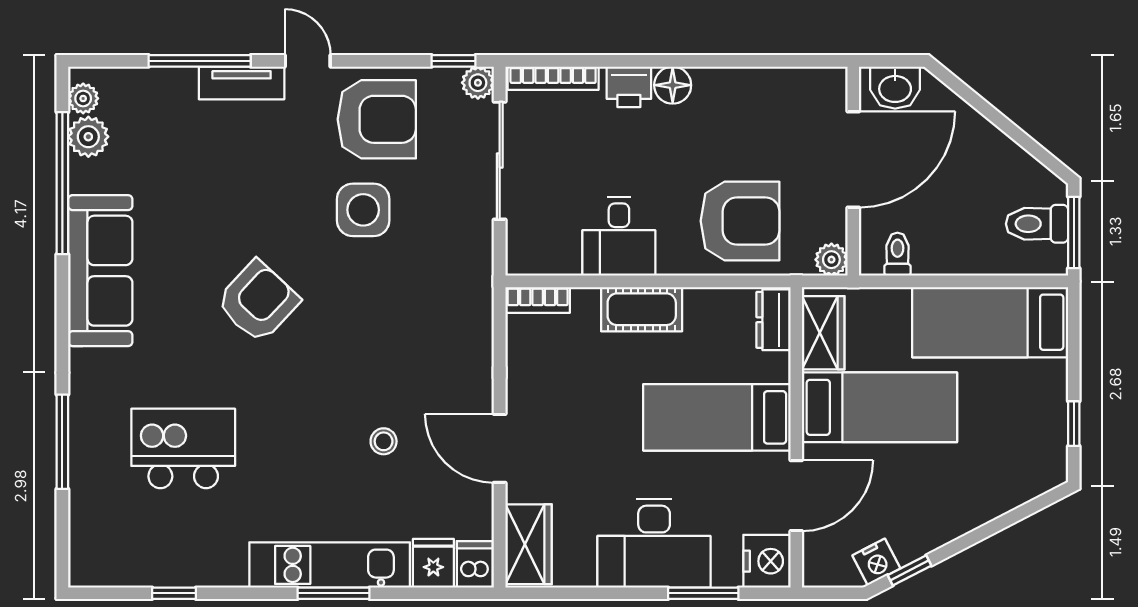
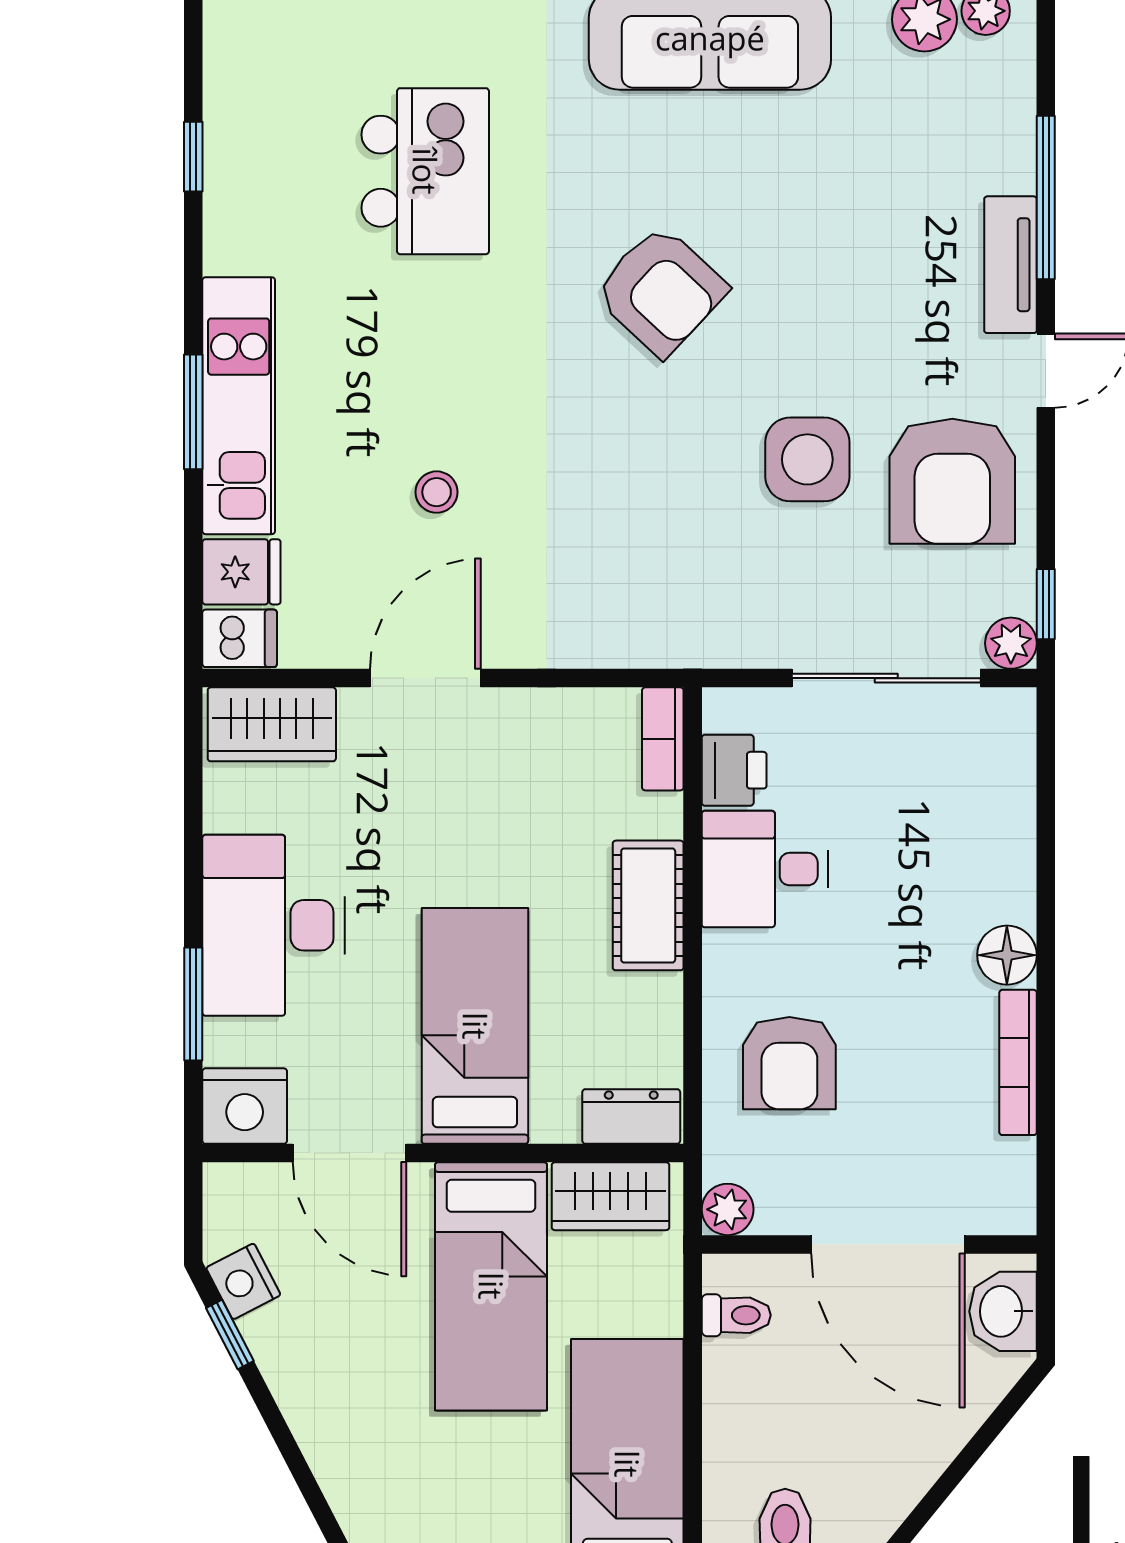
bookcase: (553, 78) -> (1018, 1062), moved
printer: (629, 87) -> (734, 770), moved, turned 180
armchair: (740, 221) -> (789, 1063), width x0.73, depth x0.73

